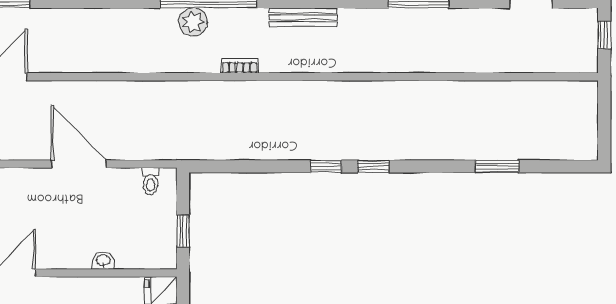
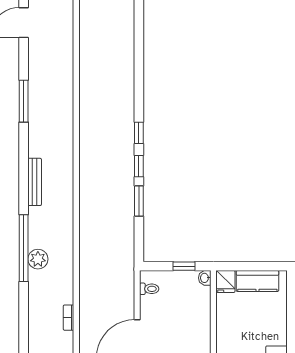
bookcase: (240, 66) -> (69, 318), moved
window: (497, 166) -> (139, 201), moved
washbasin: (103, 261) -> (205, 278), moved

